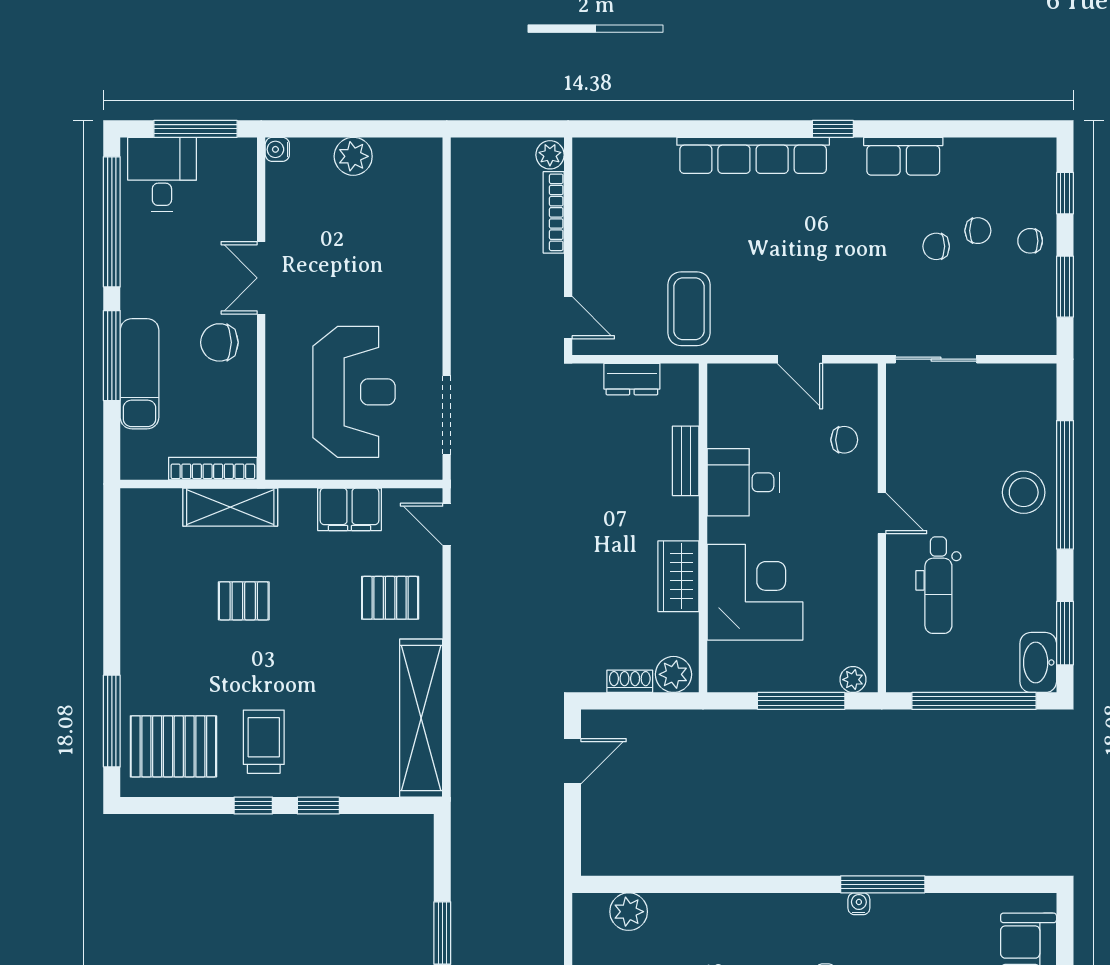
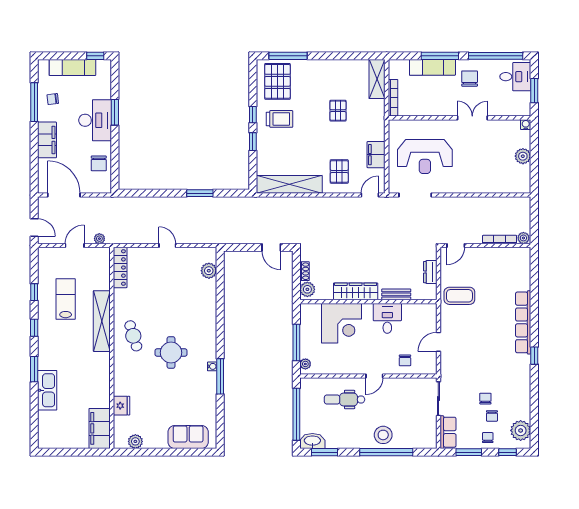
window: (196, 129) -> (534, 91), width x0.69
row of seats: (903, 156) -> (448, 432), moved, turned 180
plant: (1013, 162) -> (521, 430), added
chair: (219, 342) -> (470, 79), moved
shelving: (230, 507) -> (377, 79), moved
wardrobe: (678, 576) -> (356, 291), width x1.50

